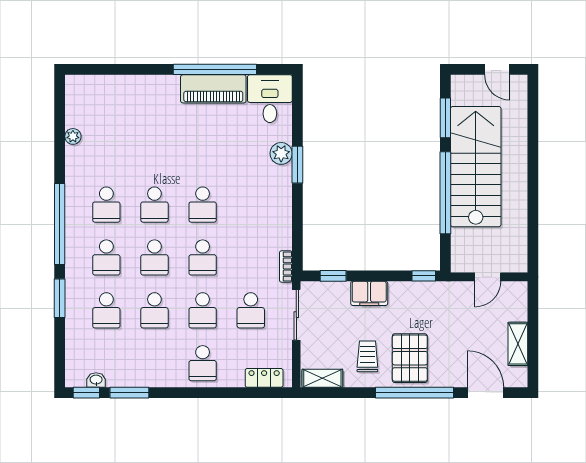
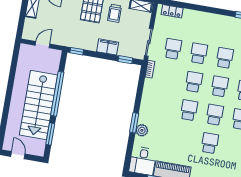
school desk: (203, 363) -> (210, 143), moved

